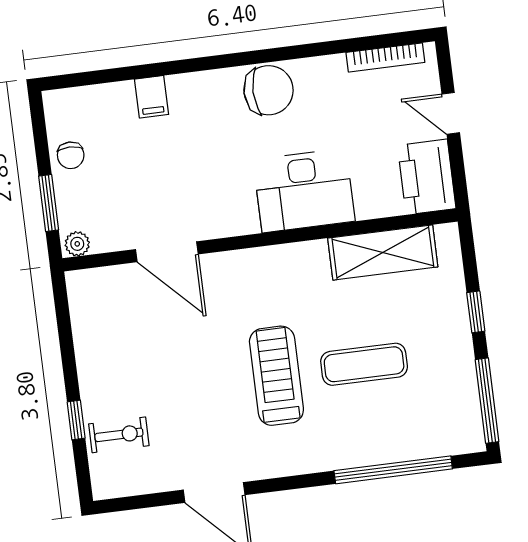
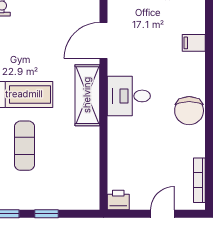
printer: (427, 177) -> (118, 200), width x0.53, depth x0.68
desk: (304, 190) -> (129, 96), moved, width x0.73
shelving: (383, 252) -> (87, 95), moved

